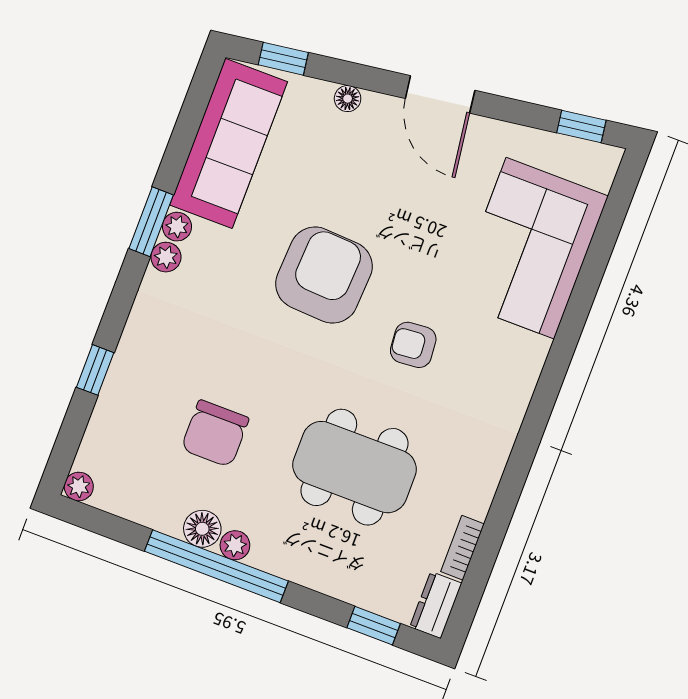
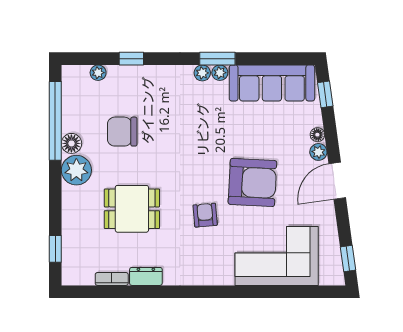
plant: (378, 108) -> (318, 152), added
armchair: (324, 275) -> (252, 182), moved
dining table: (355, 467) -> (132, 209), width x0.73
plant: (79, 487) -> (98, 73), moved
plant: (235, 545) -> (76, 170), width x1.88, depth x1.88
window: (216, 566) -> (55, 121), moved
dresser: (436, 605) -> (146, 276), moved

